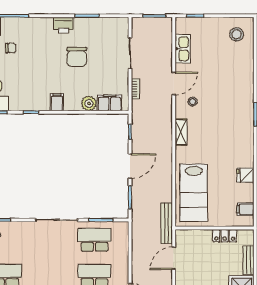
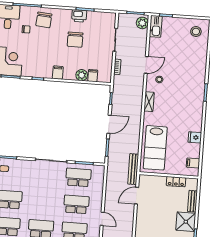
printer: (63, 25) -> (79, 16), moved
plant: (164, 28) -> (142, 23), added
chair: (33, 34) -> (44, 20), added
kitchen sink: (183, 49) -> (156, 26), moved
filing cabinet: (110, 103) -> (93, 76), width x0.50

